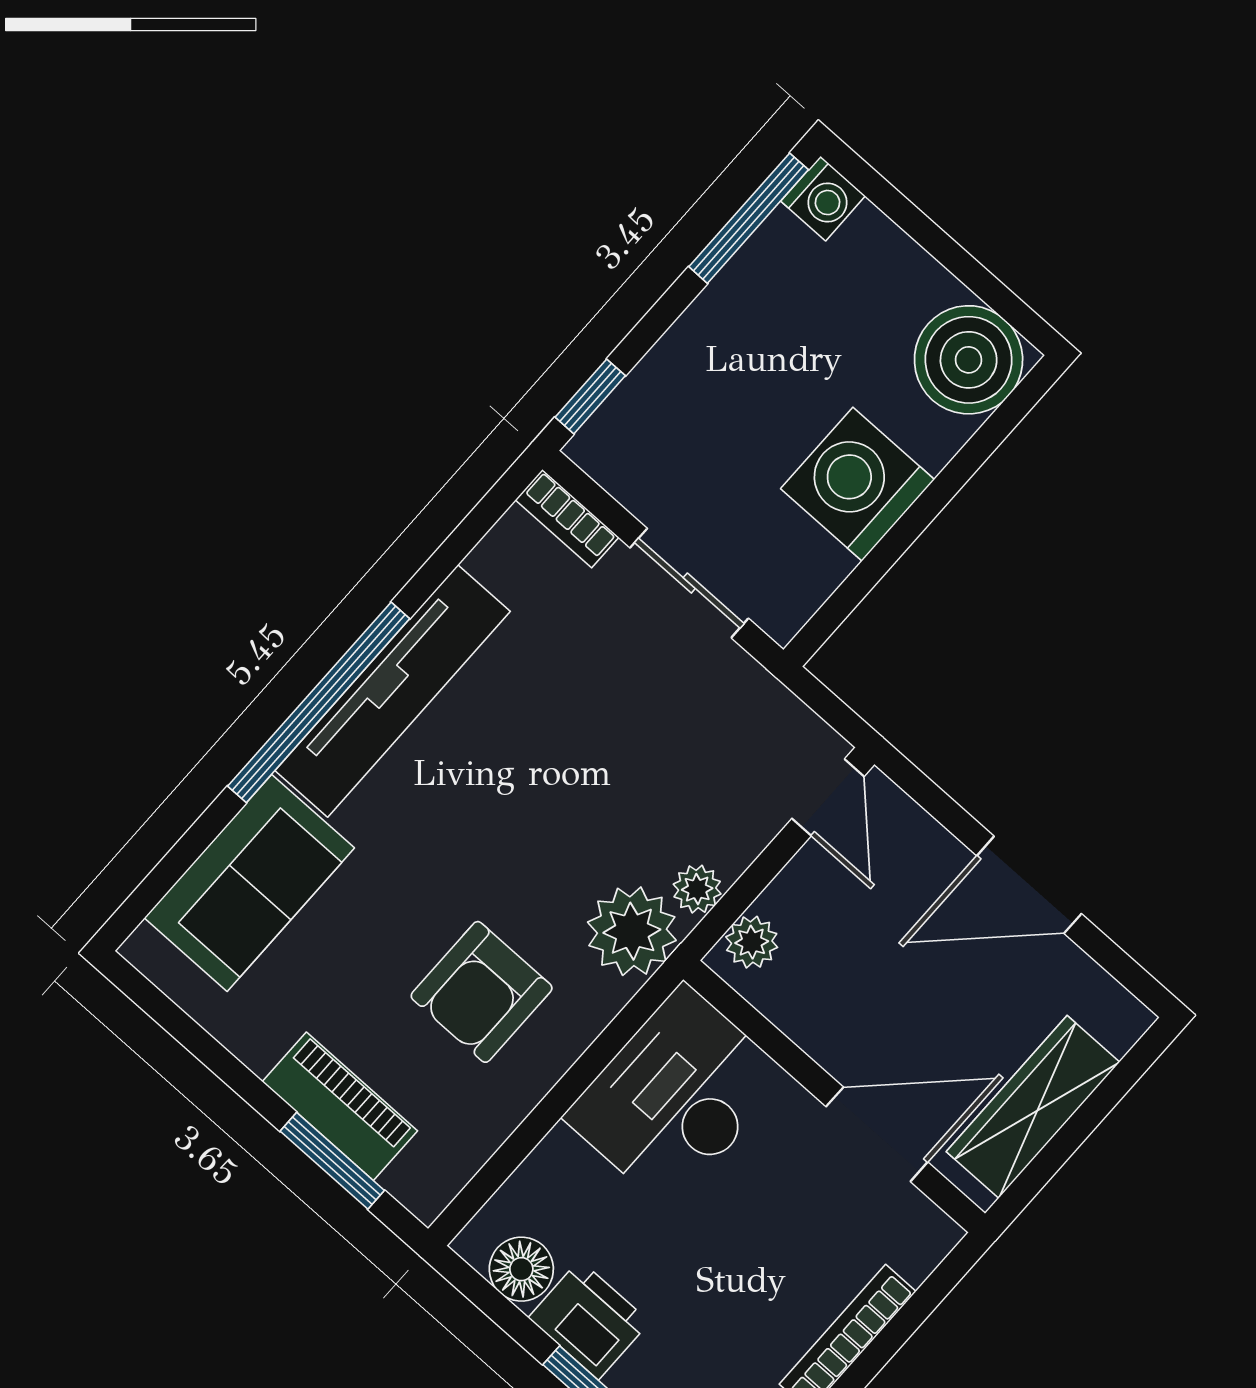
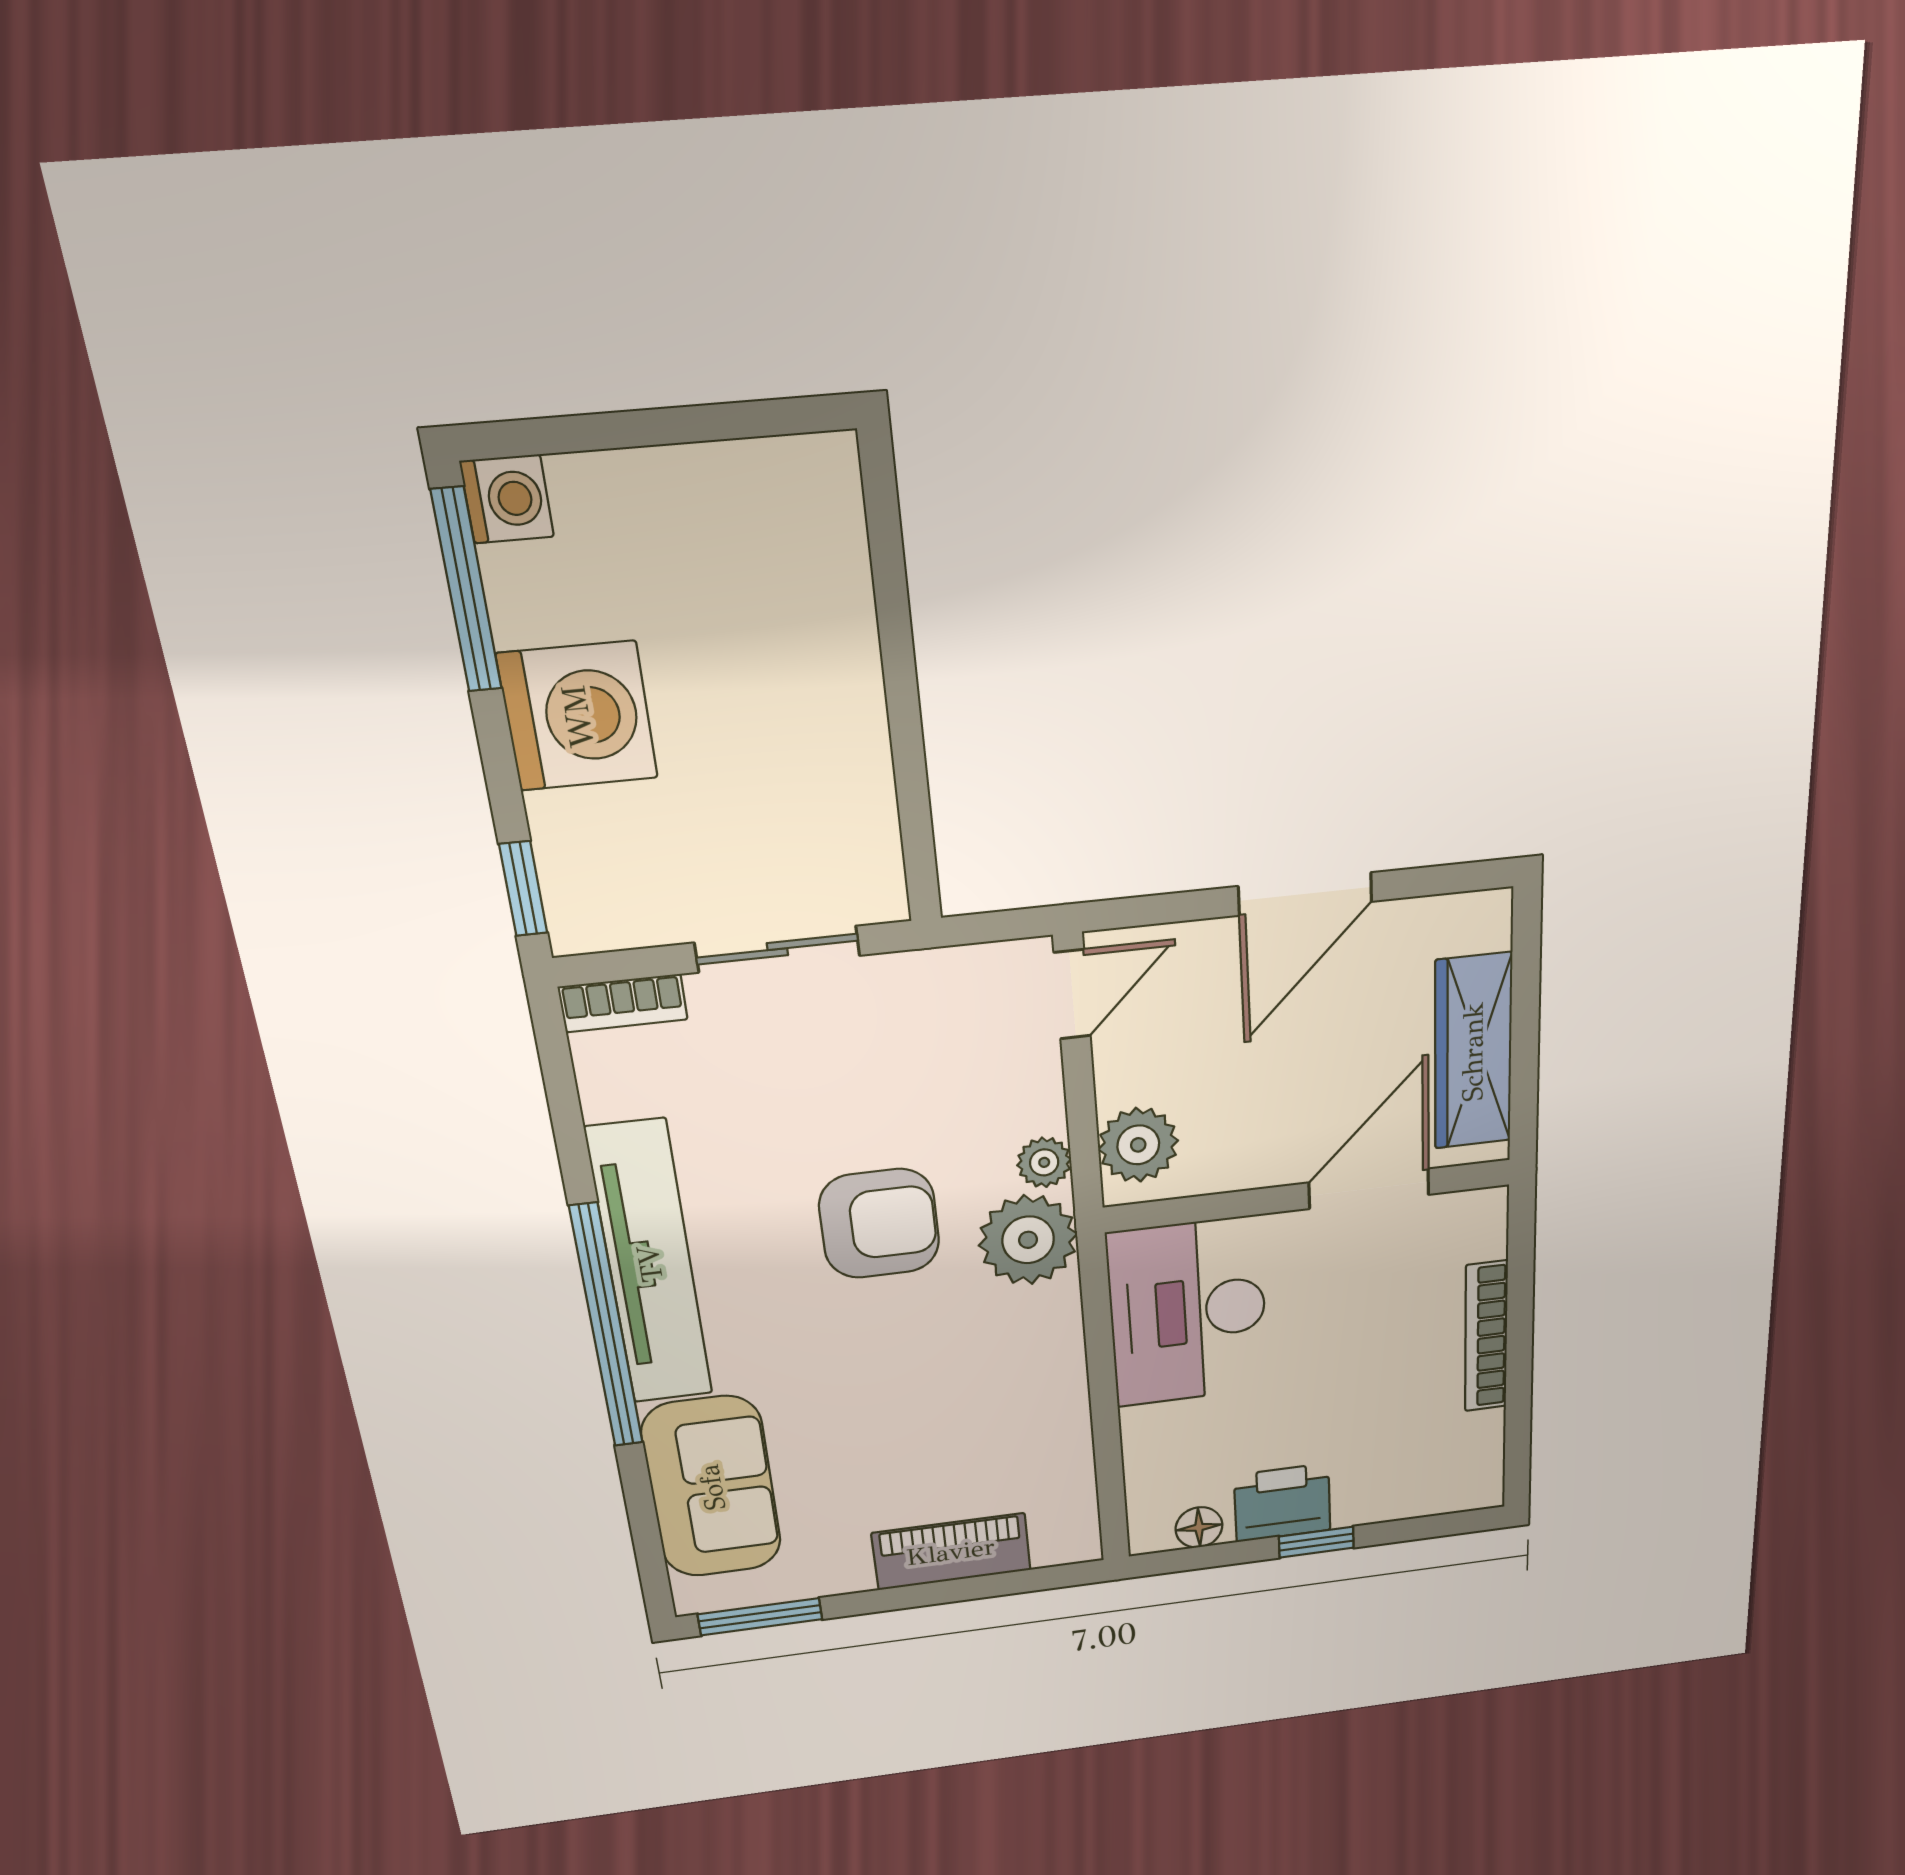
boiler: (969, 360) -> (795, 508), removed
washing machine: (857, 484) -> (578, 716), moved, turned 180
door: (828, 797) -> (1072, 994), hinge flipped
plant: (752, 942) -> (1138, 1145), width x1.38, depth x1.38
armchair: (482, 992) -> (879, 1224), moved, turned -90
window: (332, 1161) -> (760, 1617), moved
floor lamp: (521, 1269) -> (1199, 1527), width x0.73, depth x0.73

